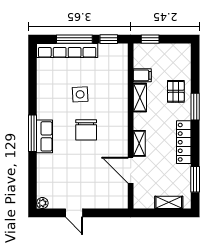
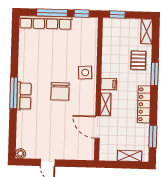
filing cabinet: (142, 75) -> (109, 84), moved
side table: (80, 94) -> (85, 72), moved
shelving: (140, 98) -> (147, 31), moved

